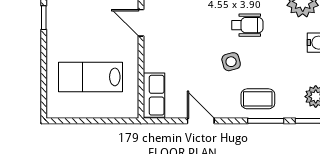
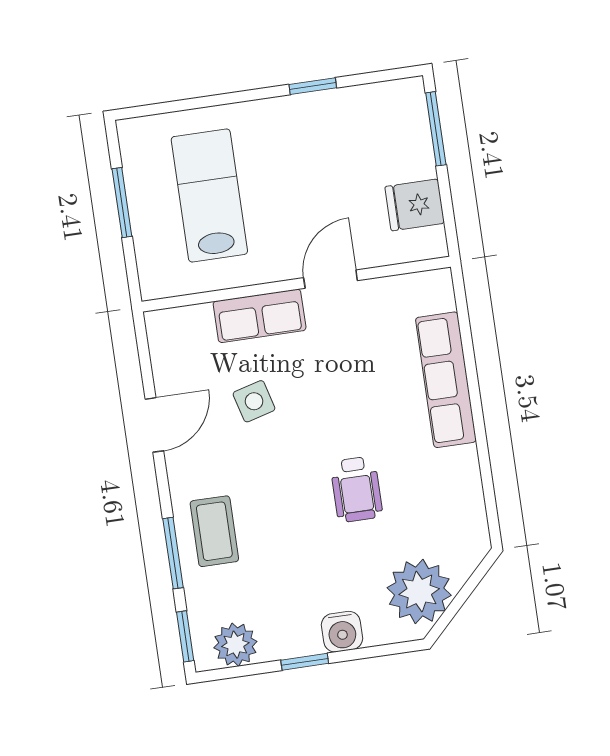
side table: (231, 62) -> (254, 401), moved
row of seats: (154, 95) -> (260, 316), moved
window: (88, 121) -> (122, 203), added

